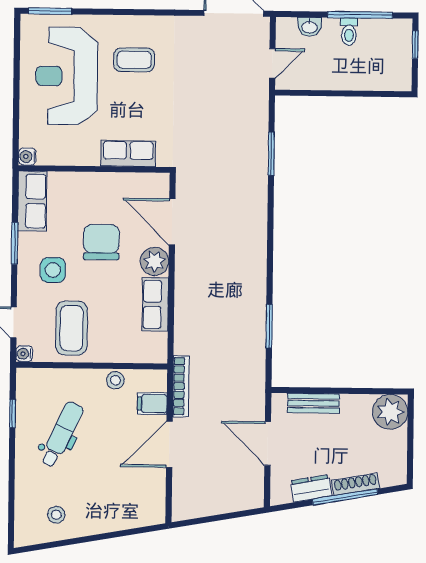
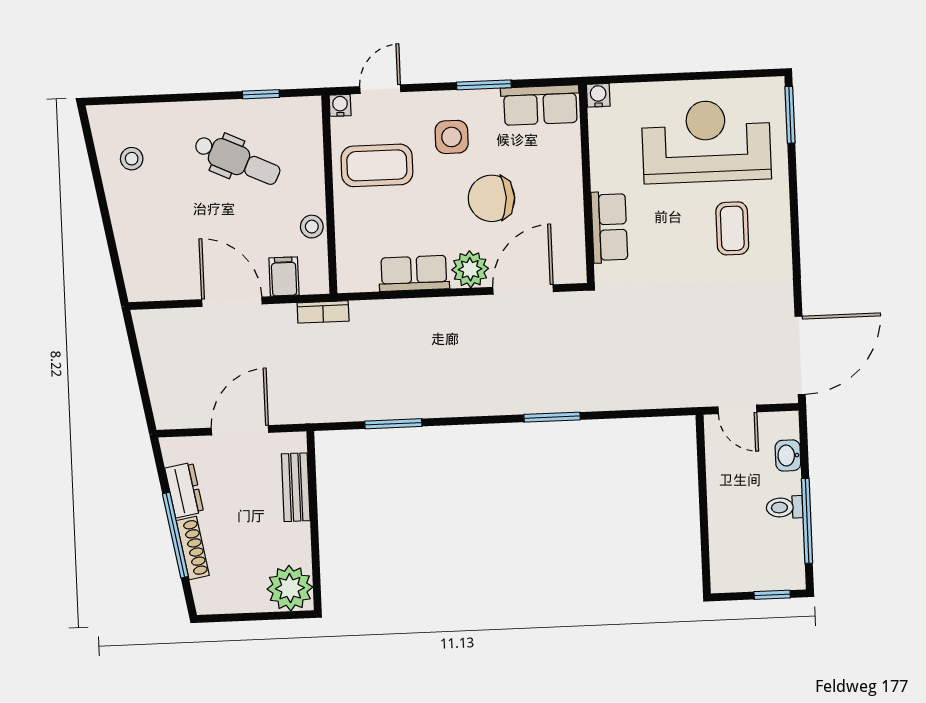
window: (271, 154) -> (552, 417), moved
chair: (101, 242) -> (491, 198), turned 180
bookcase: (181, 386) -> (323, 312), width x0.64

